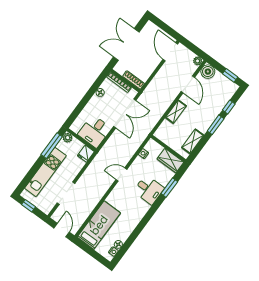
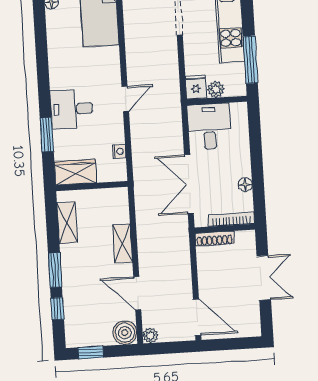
double door: (126, 44) -> (264, 278), width x0.73
plant: (68, 138) -> (216, 89), moved

